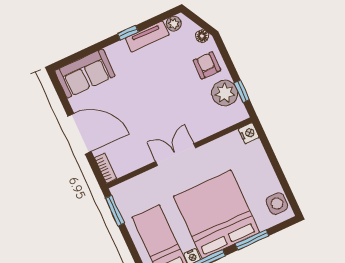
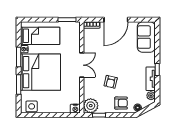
plant: (225, 93) -> (91, 106), moved
armchair: (181, 97) -> (111, 82), added

